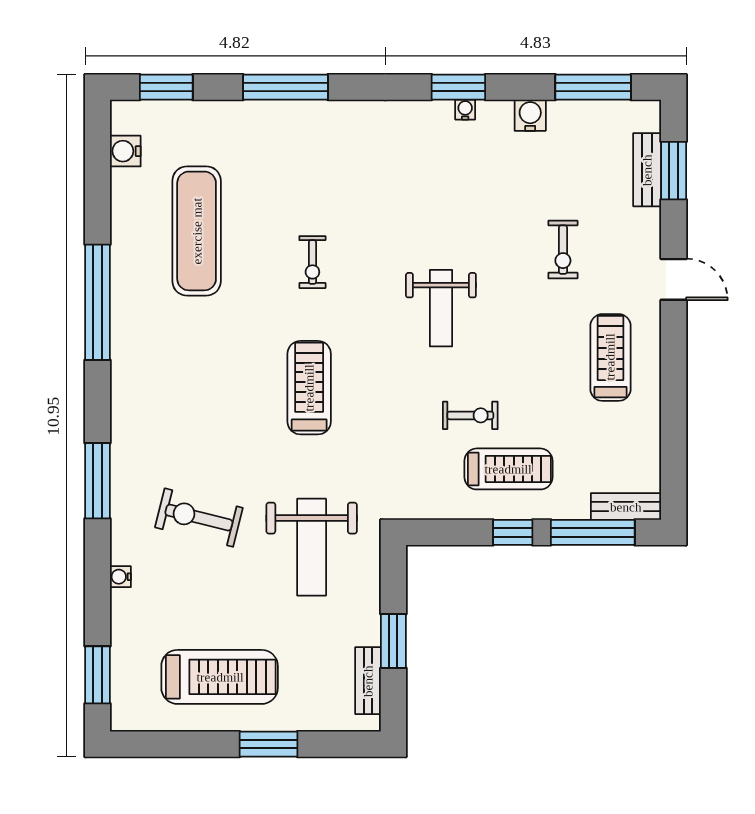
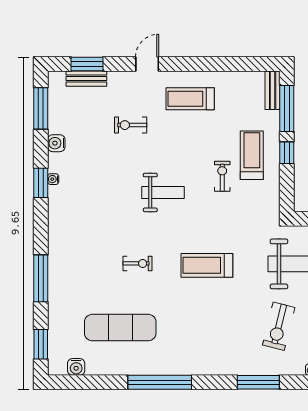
exercise bike: (563, 250) -> (131, 125), turned 180

